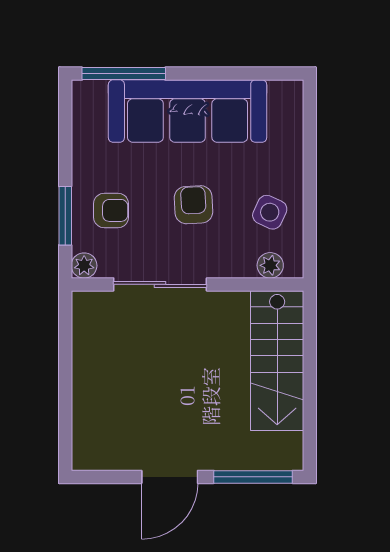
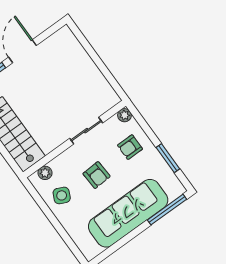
window: (65, 216) -> (168, 158), moved
sliding door: (160, 284) -> (86, 131), width x0.73

